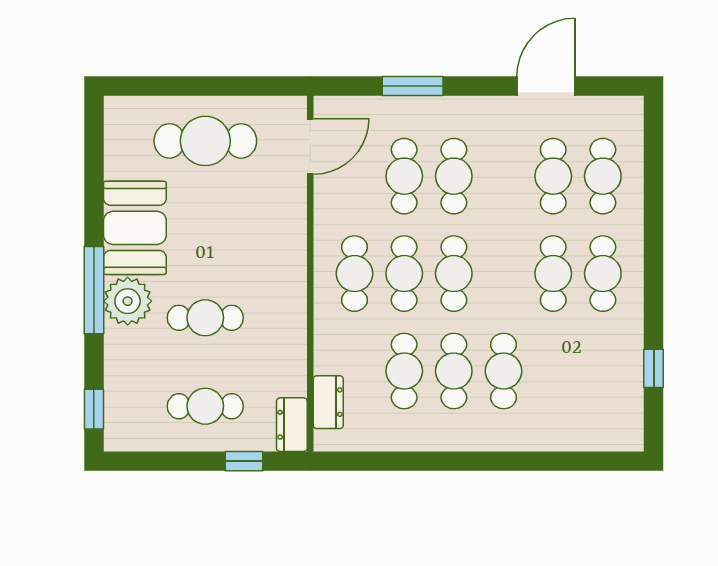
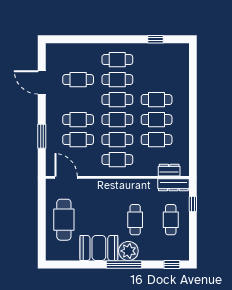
cafe table: (603, 176) -> (117, 100), moved
dresser: (292, 425) -> (173, 185), width x1.44

